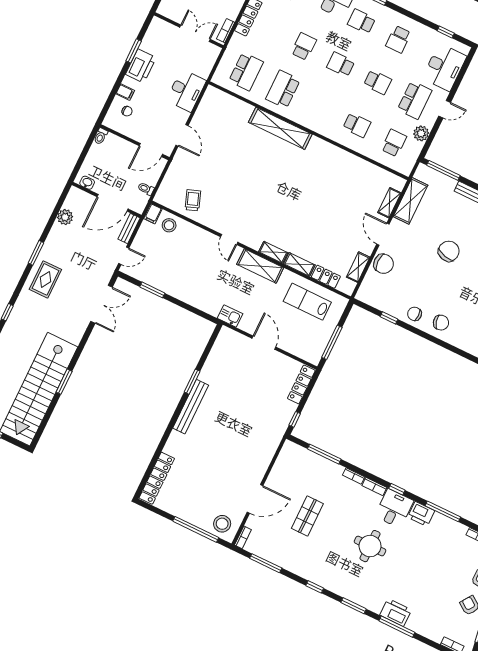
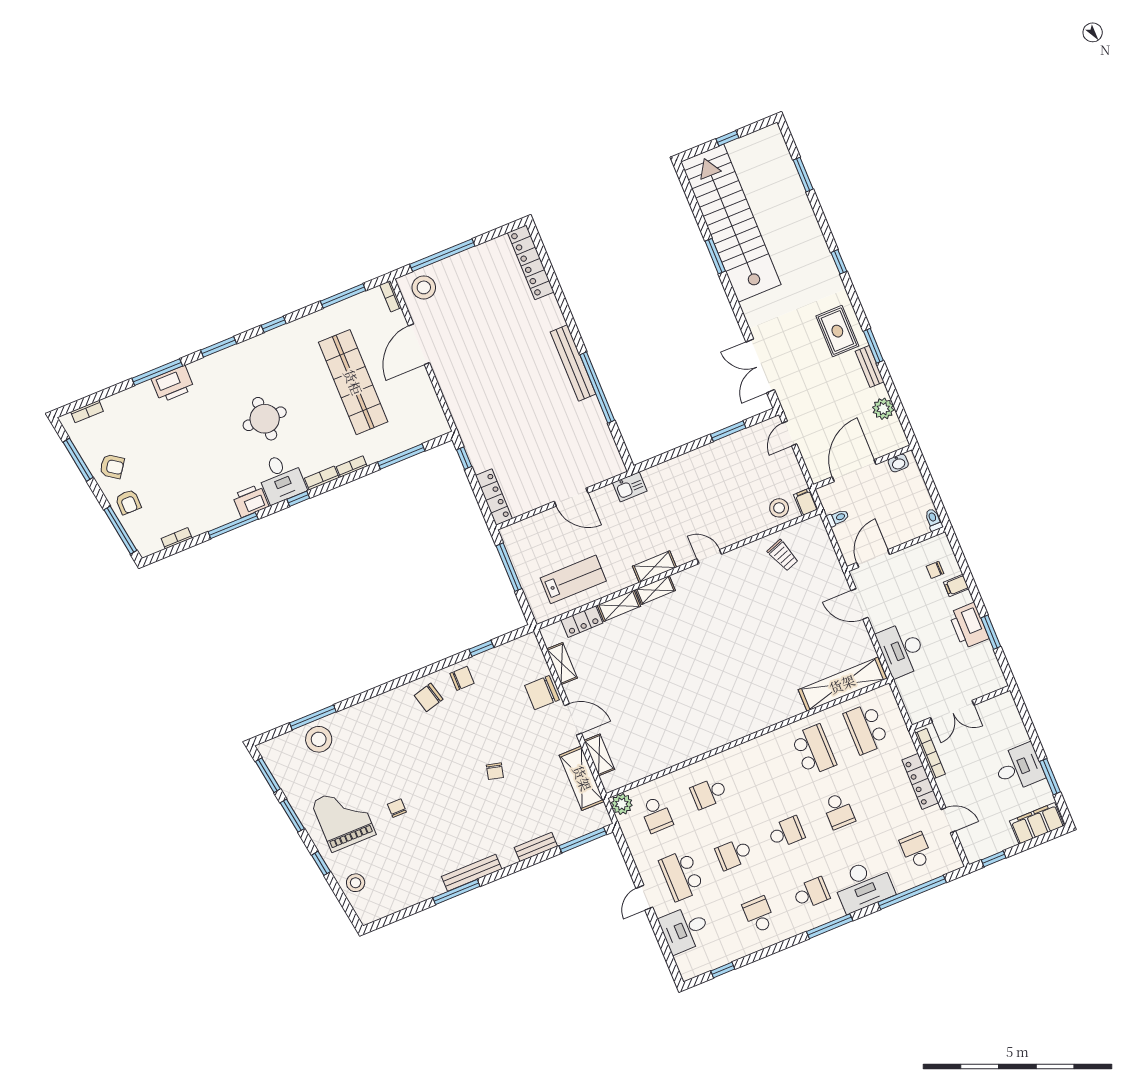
bookcase: (226, 31) -> (930, 754), width x1.56
desk: (444, 67) -> (685, 929), width x0.73
shelving: (280, 128) -> (842, 684), moved
plant: (421, 133) -> (622, 804), moved
bench: (129, 229) -> (870, 367), moved
chair: (449, 251) -> (495, 771), width x0.54, depth x0.54
shelving: (260, 266) -> (654, 567), width x0.67, depth x0.75
window: (192, 382) -> (597, 387), width x2.11
shop shelf: (307, 516) -> (353, 382), width x2.00, depth x1.36

